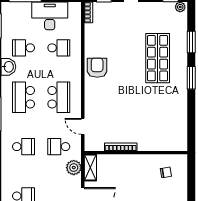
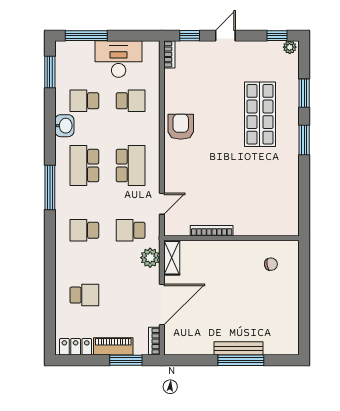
door: (83, 126) -> (162, 204), swing flipped
school desk: (24, 147) -> (84, 230), turned 180

